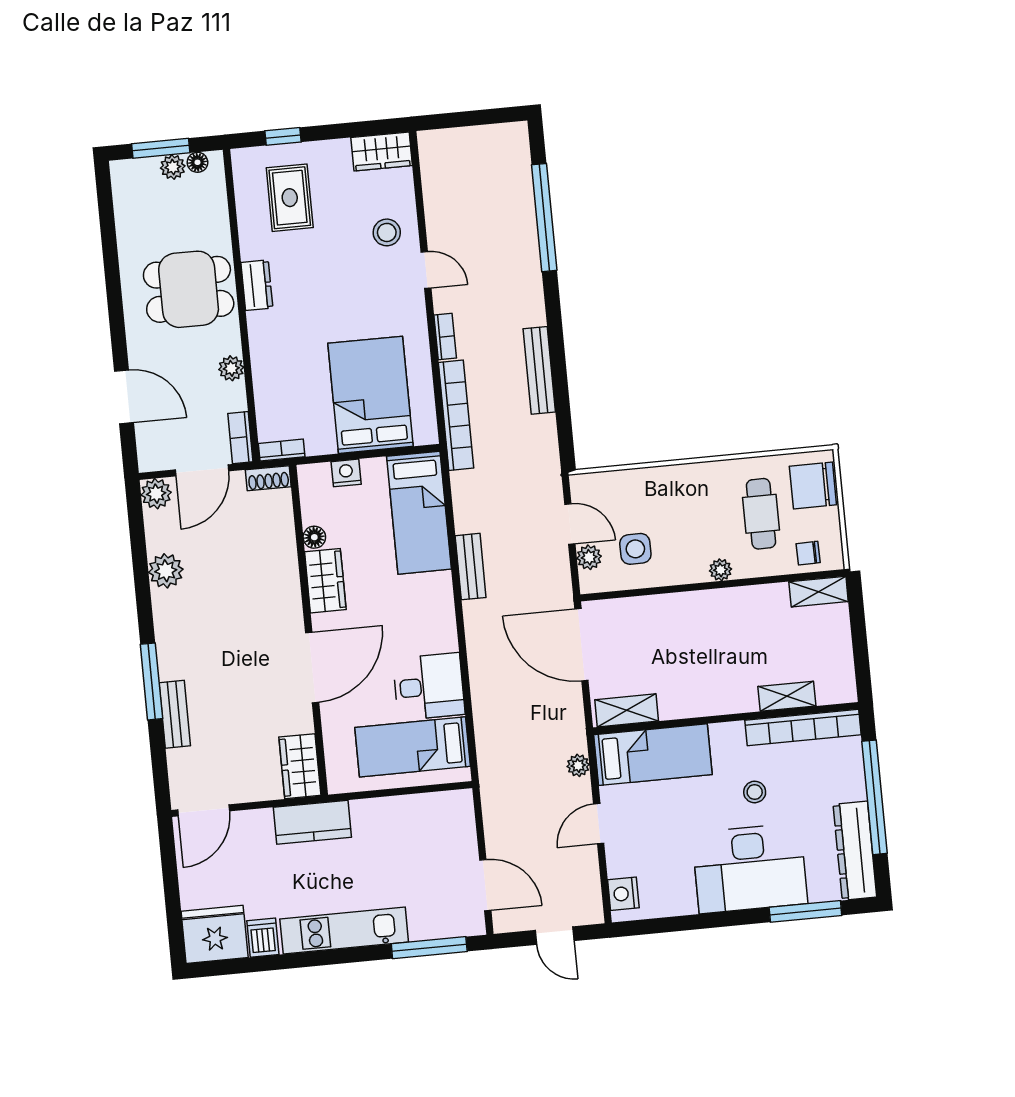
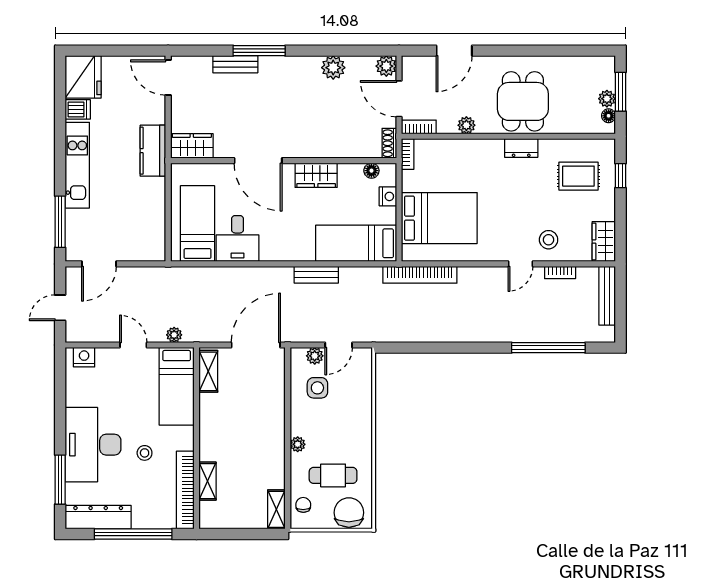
bookcase: (445, 336) -> (560, 273), moved
bench: (539, 370) -> (607, 296), moved, turned 90
floor lamp: (314, 537) -> (371, 171), moved

